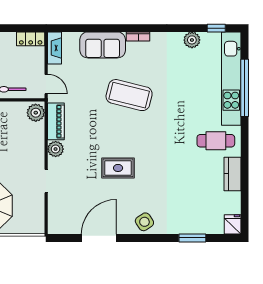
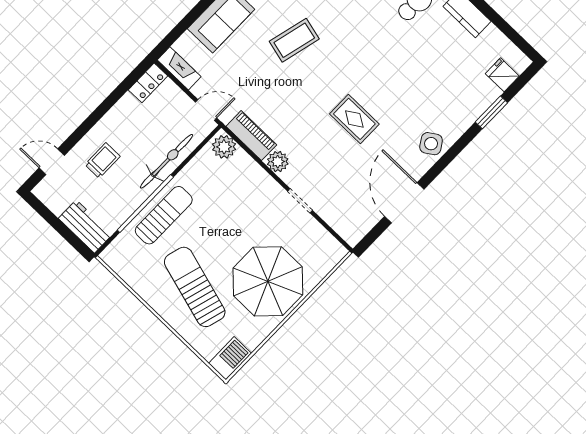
coffee table: (129, 95) -> (294, 40), width x0.73, depth x0.76
rug: (118, 168) -> (354, 119), turned 90
fridge: (233, 224) -> (502, 75), moved

